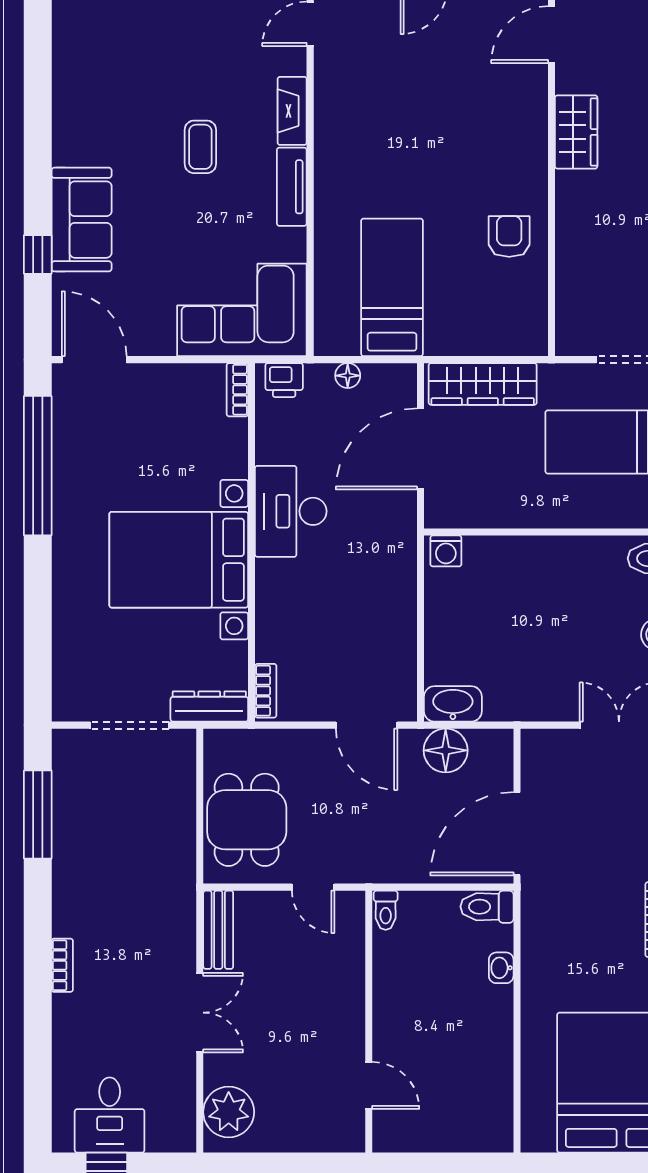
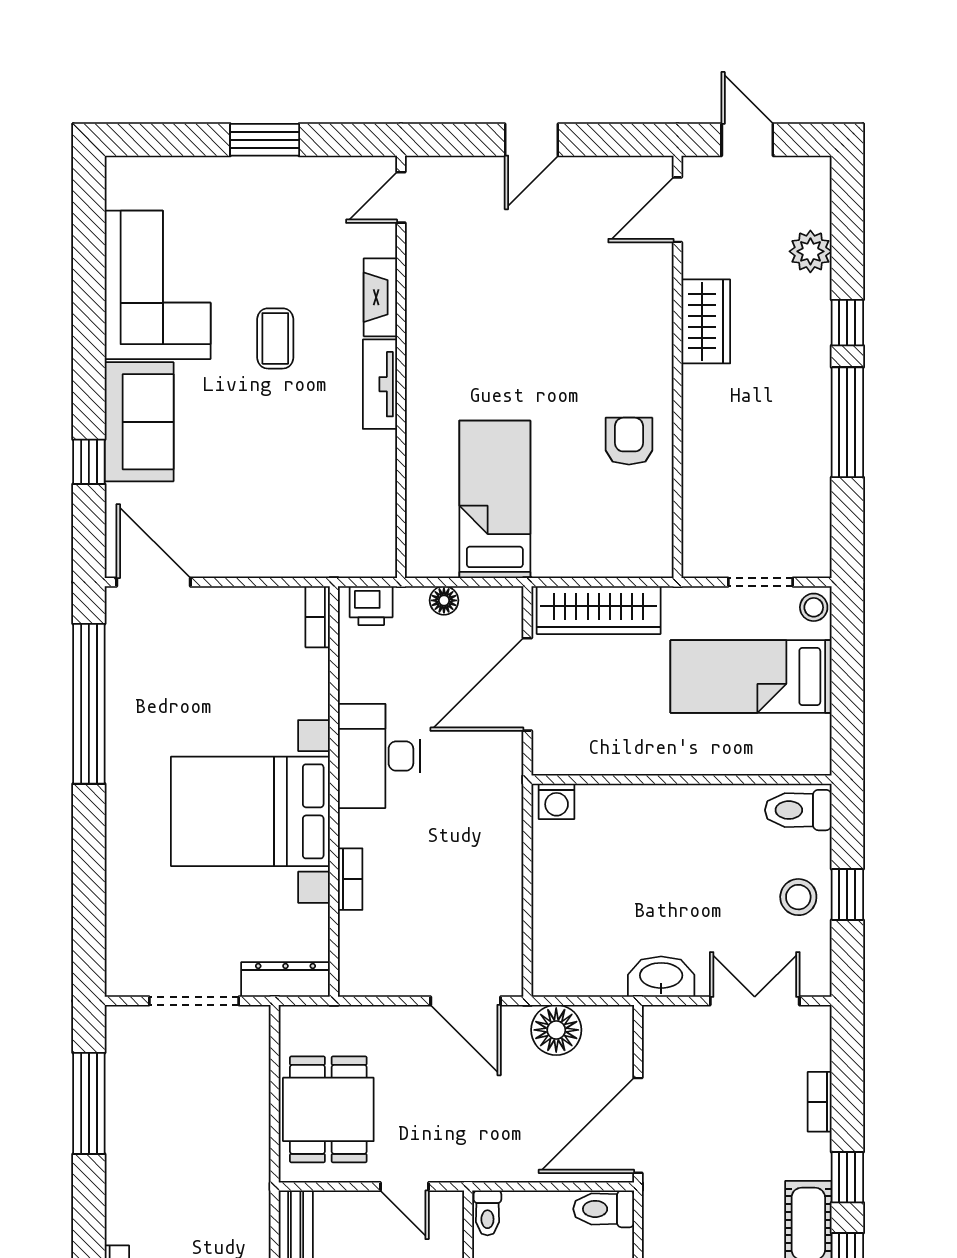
corner sofa: (242, 310) -> (158, 285), moved, turned 90
bookcase: (266, 691) -> (350, 879), moved
washbasin: (453, 704) -> (661, 977), moved

